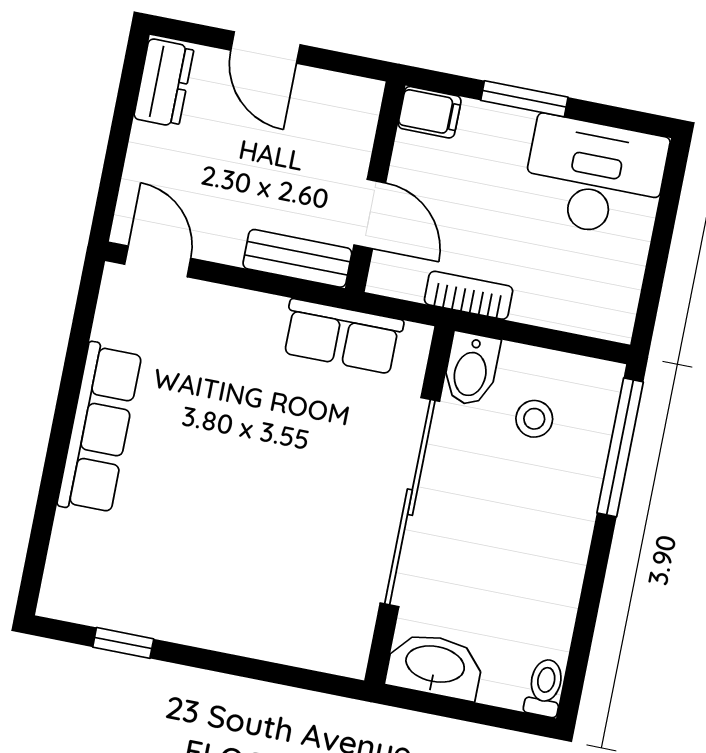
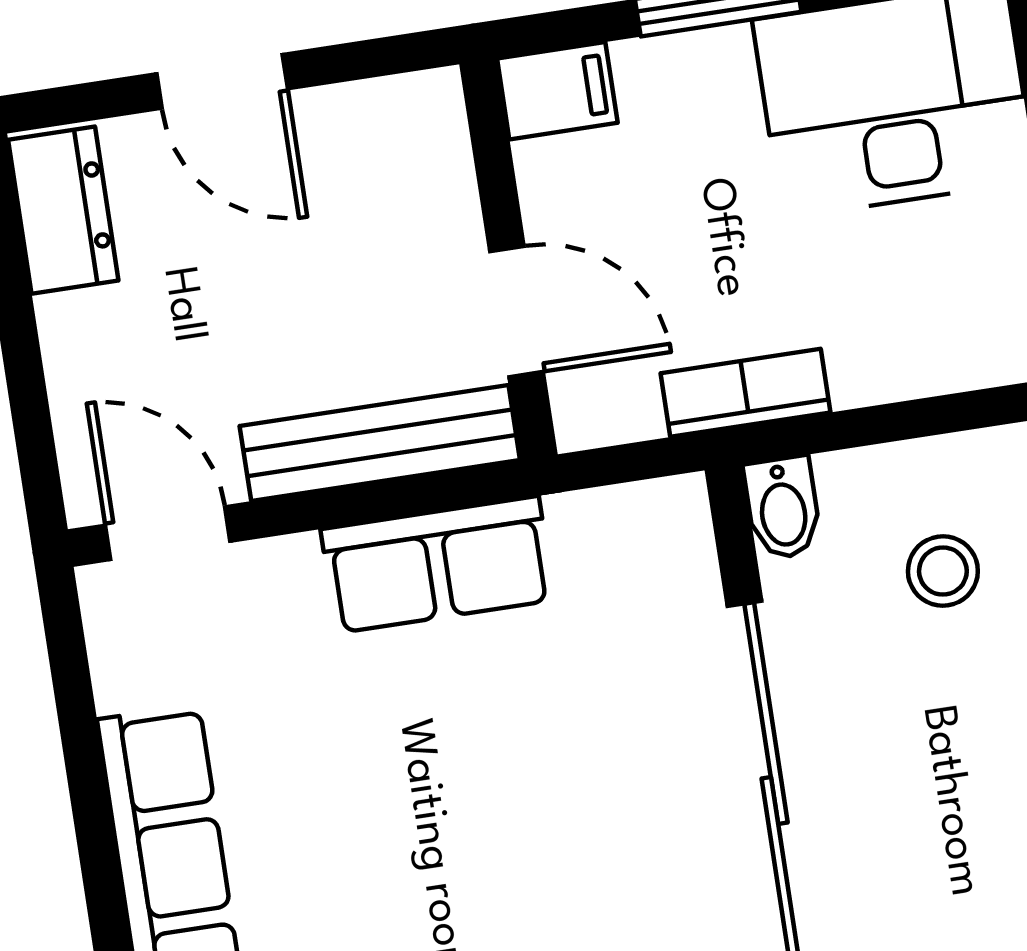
bench: (297, 258) -> (380, 443), width x1.36
row of seats: (342, 336) -> (437, 565), moved
bidet: (471, 369) -> (783, 508), width x0.72, depth x0.74

